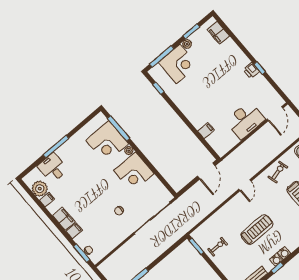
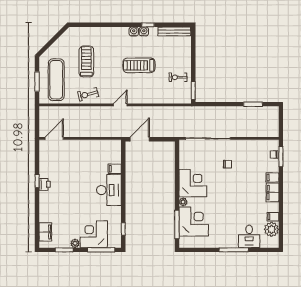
desk: (245, 120) -> (109, 190), moved, turned 90

